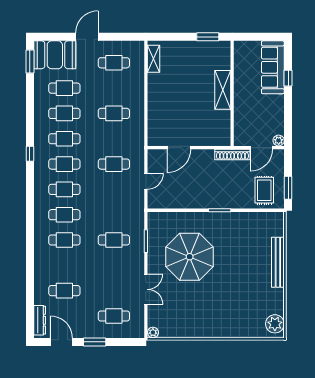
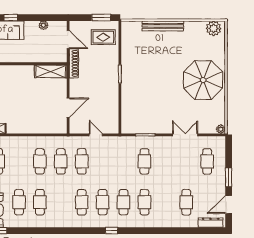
shelving: (223, 90) -> (51, 71), moved
cafe table: (64, 139) -> (61, 161), moved
plant: (279, 141) -> (43, 25), moved
door: (179, 148) -> (68, 108), hinge flipped
window: (30, 154) -> (112, 231), moved
parasol: (190, 257) -> (203, 80), moved

